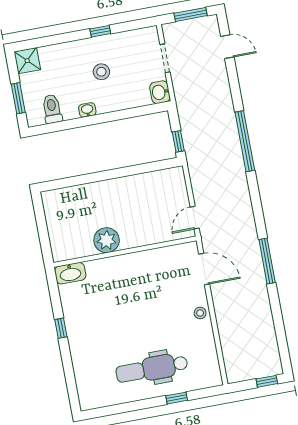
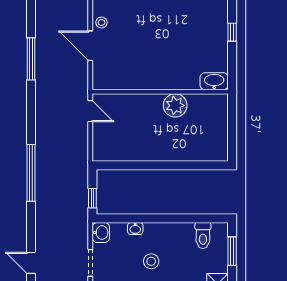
washbasin: (87, 110) -> (135, 229), moved
window: (178, 141) -> (92, 198), moved
door: (195, 218) -> (90, 111), hinge flipped
door: (204, 269) -> (90, 46), moved

